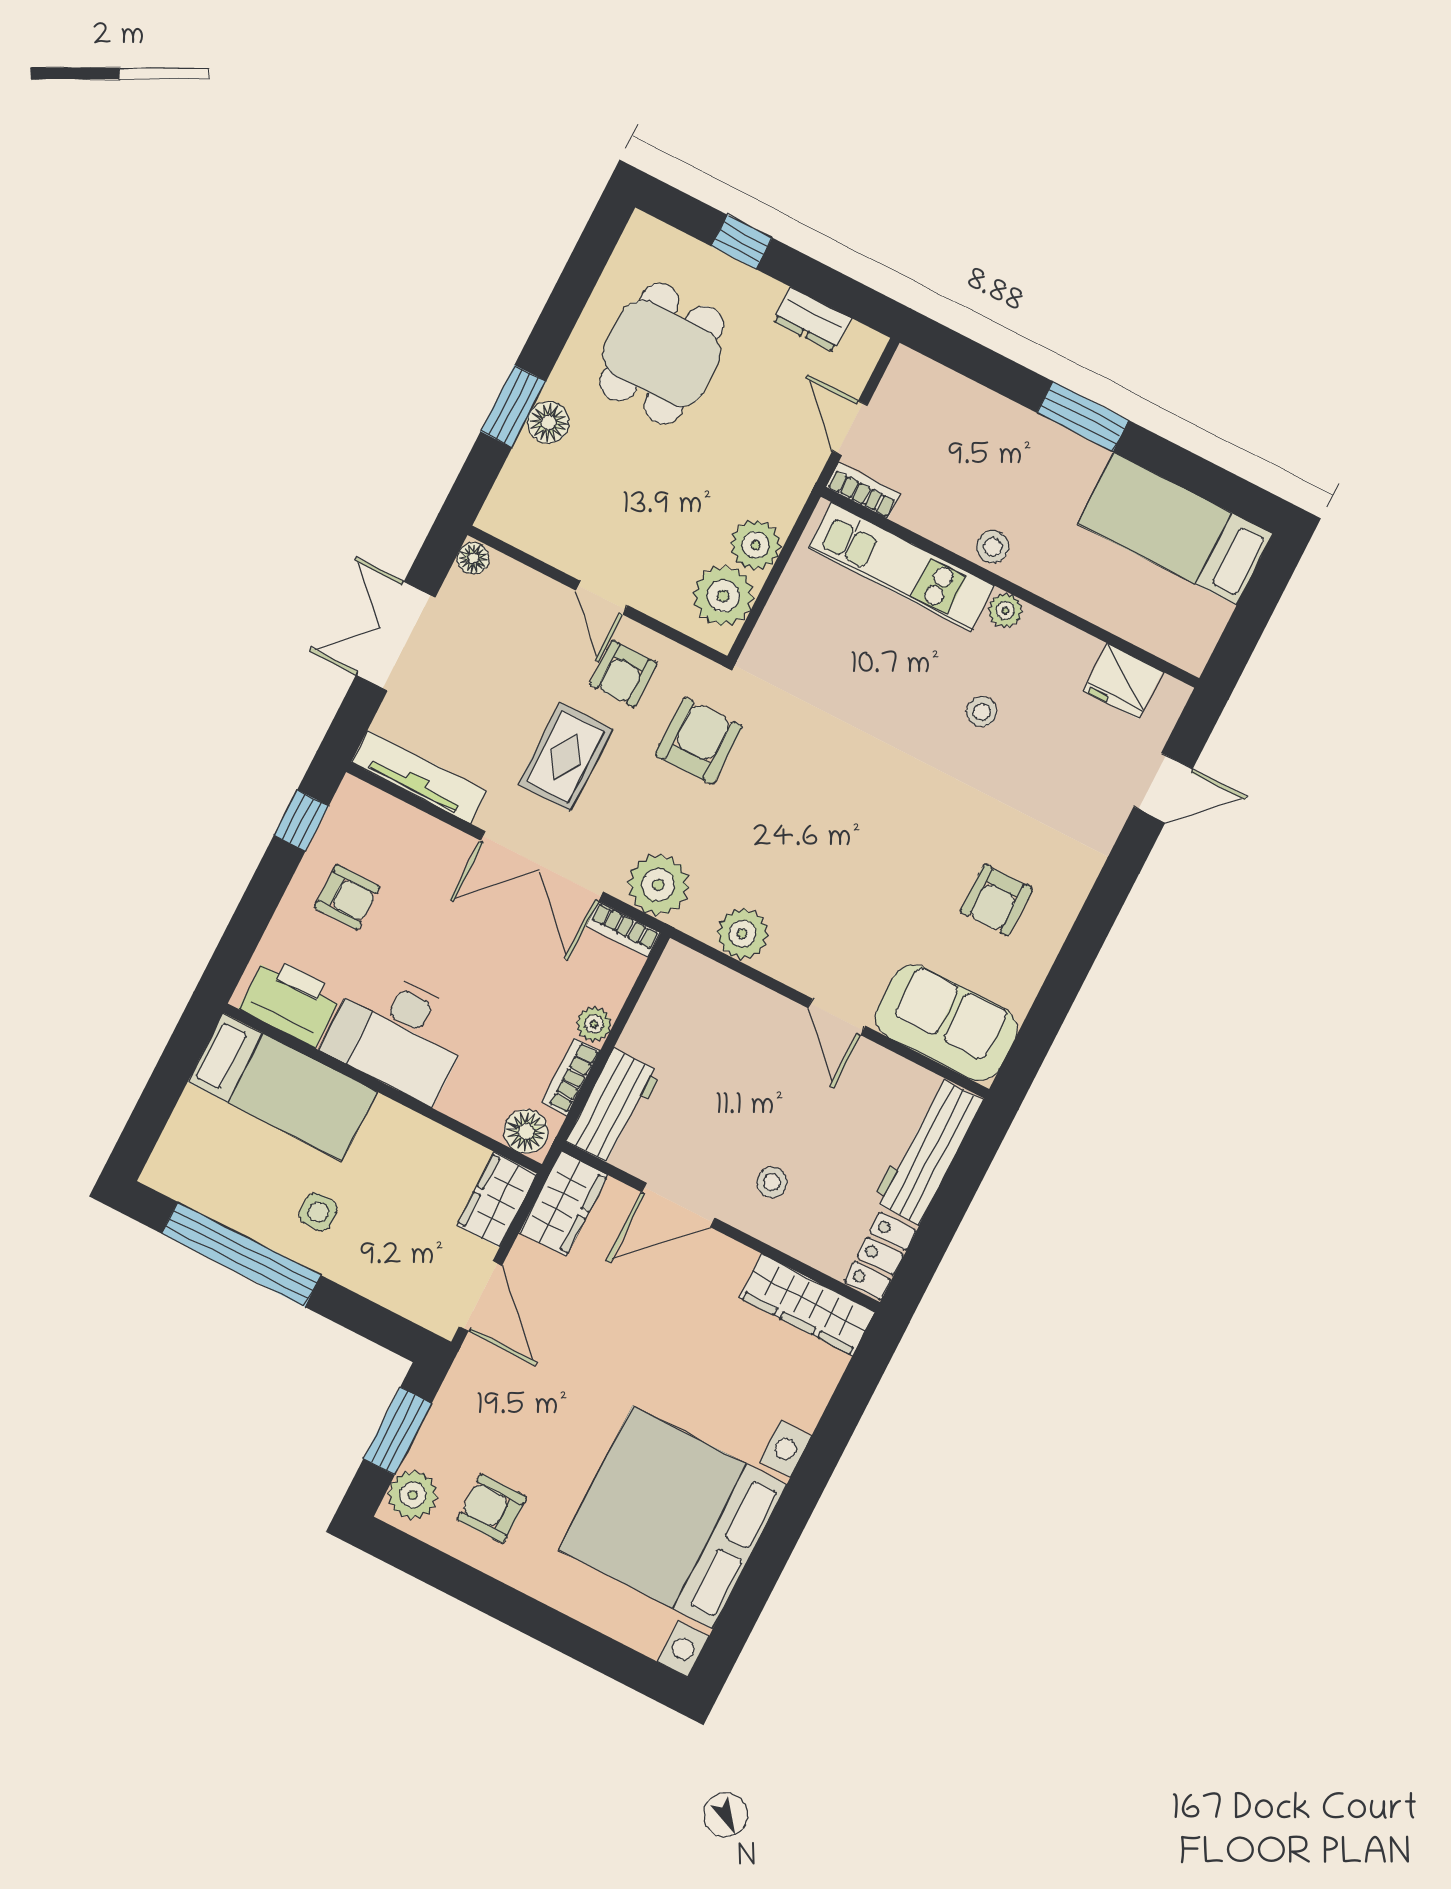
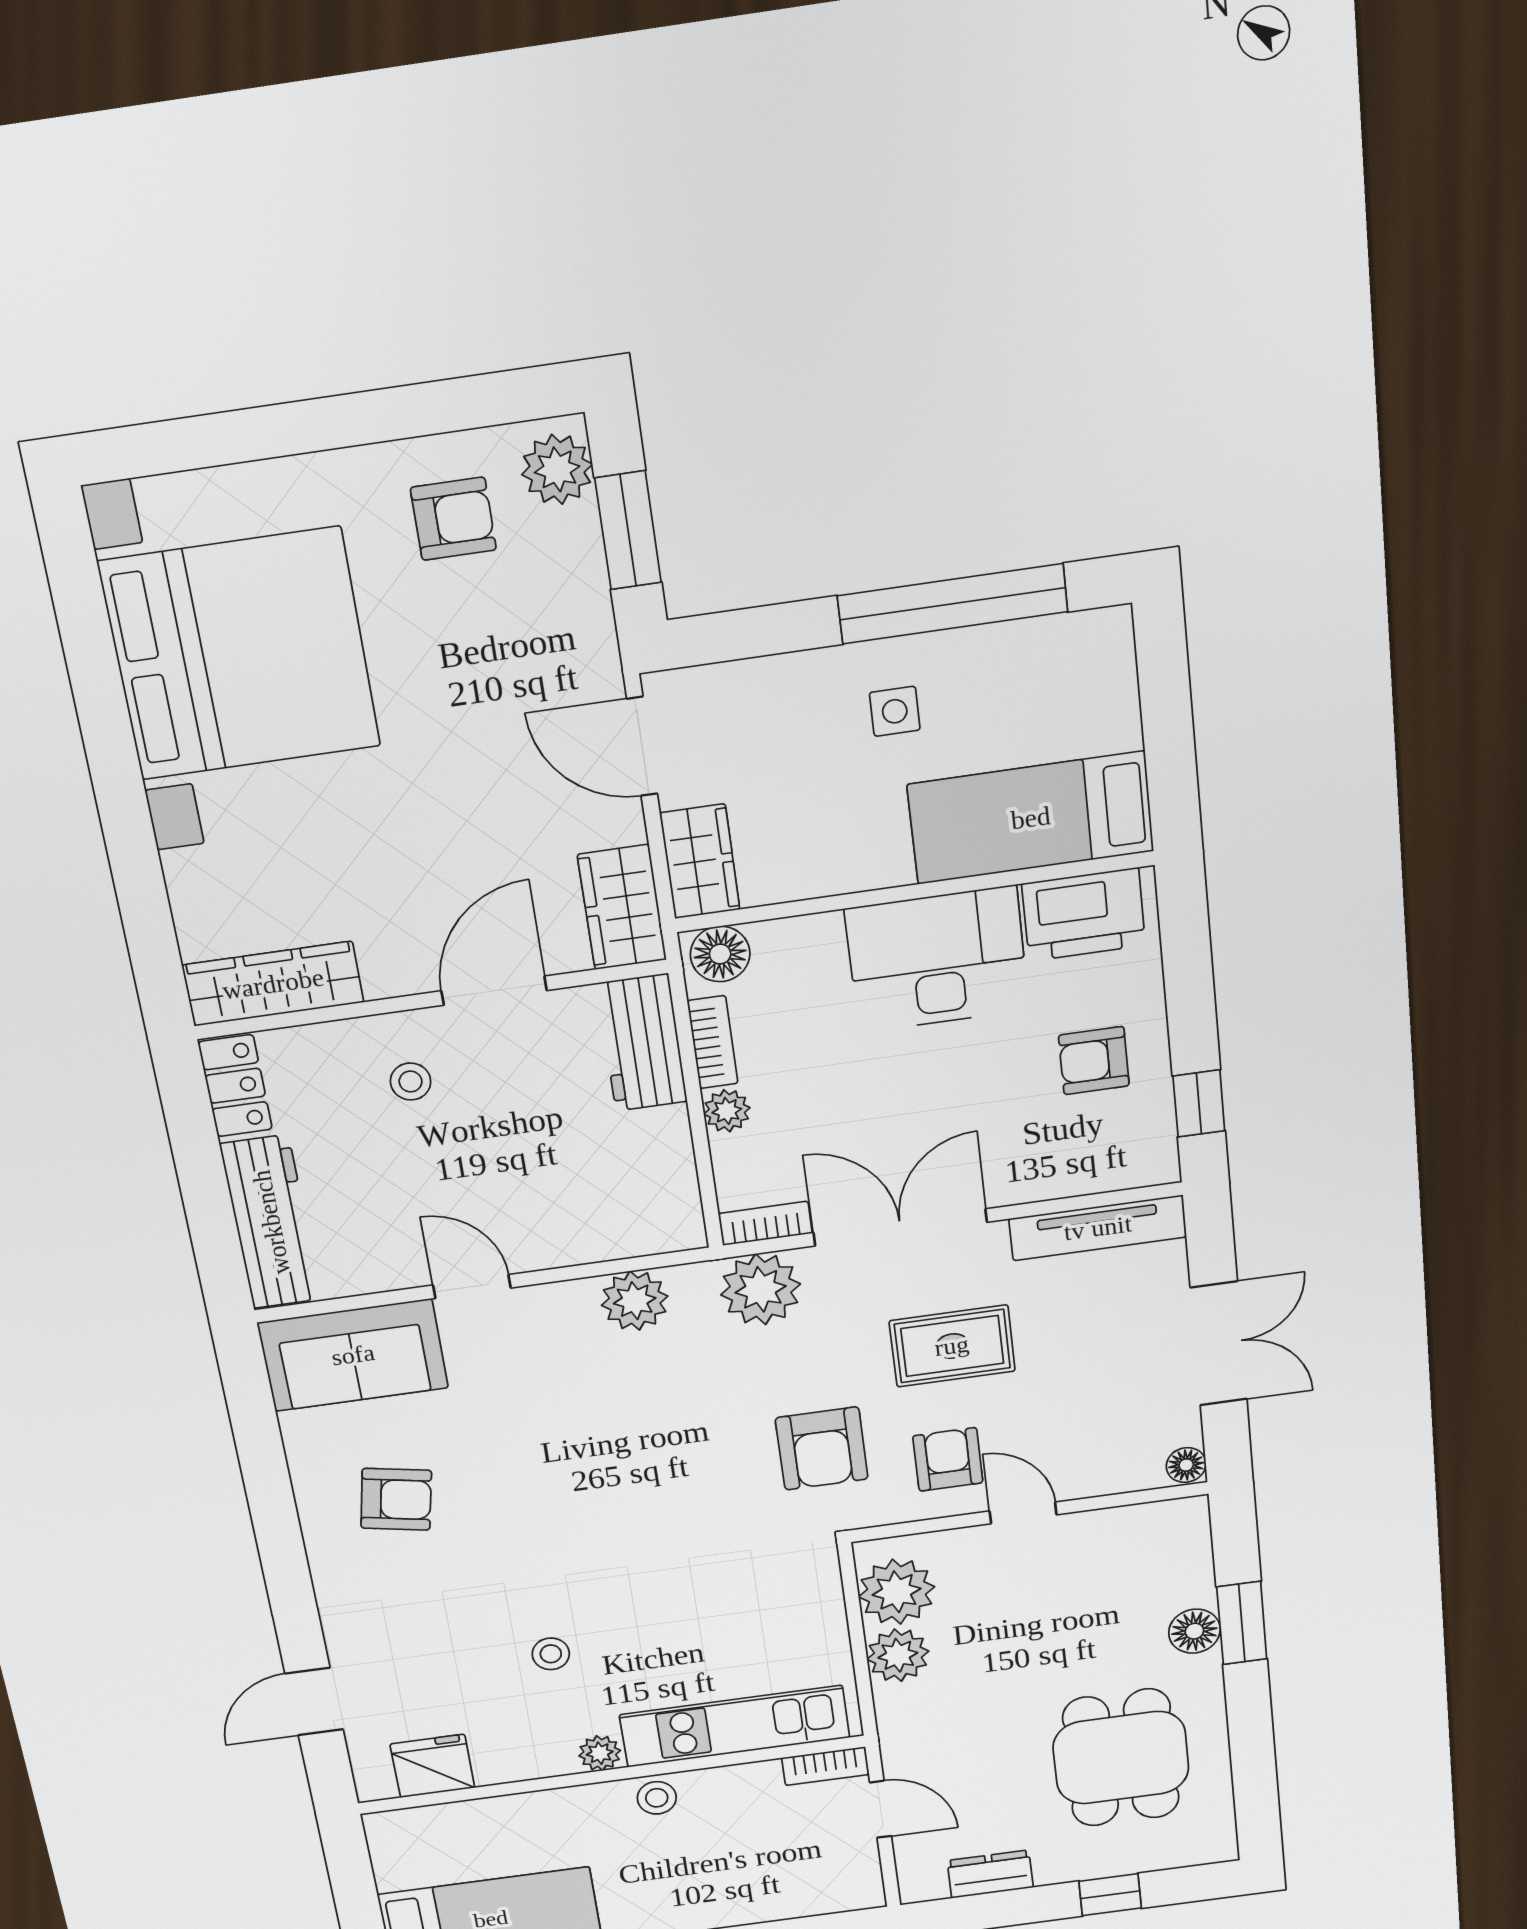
rug: (565, 757) -> (952, 1346), turned 90
armchair: (996, 900) -> (396, 1499), turned 101

